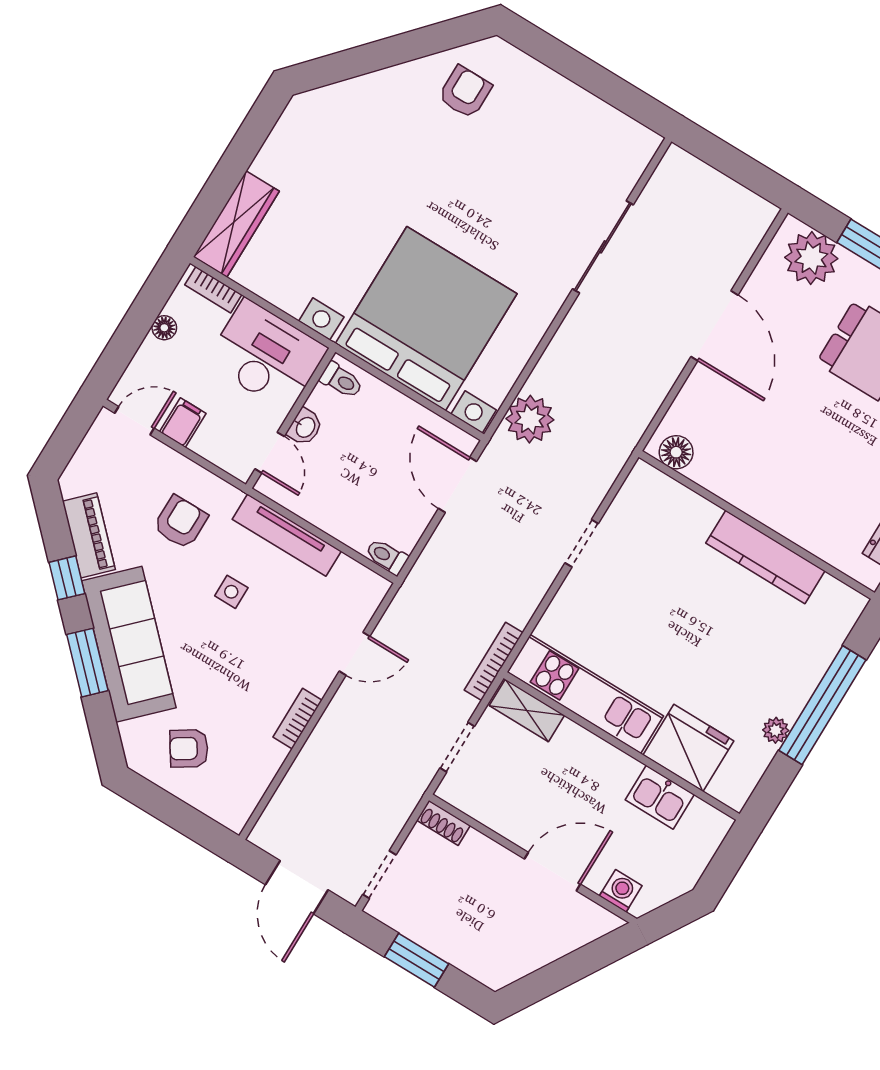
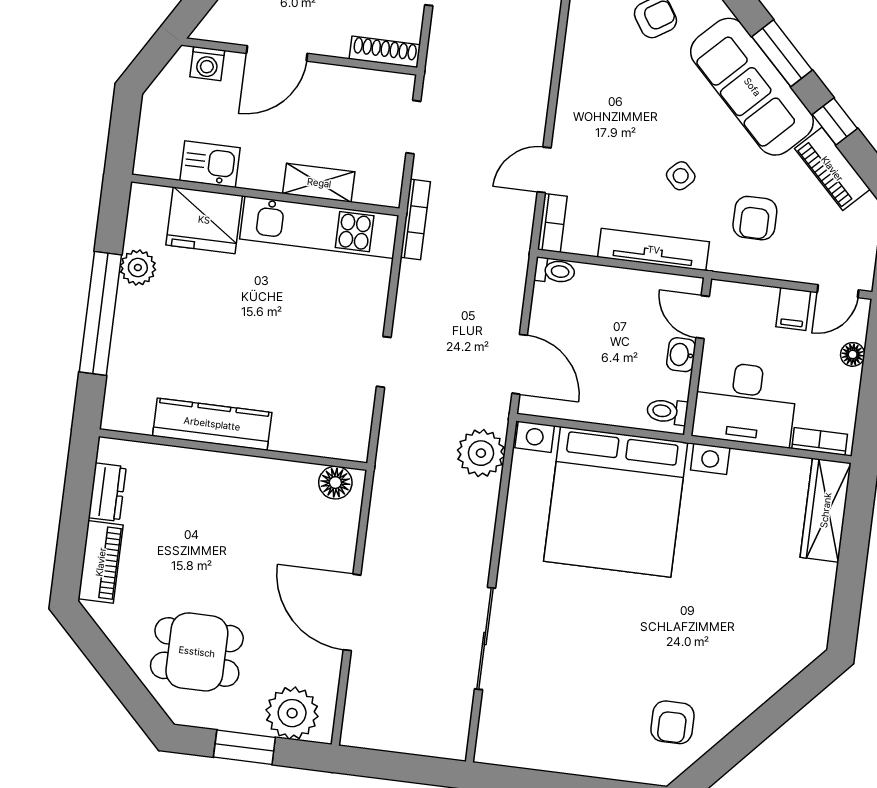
floor lamp: (164, 328) -> (853, 354), moved
side table: (231, 592) -> (681, 176), turned 45
shelving: (527, 710) -> (319, 183), moved
bookcase: (298, 719) -> (552, 223), moved
plant: (776, 730) -> (138, 268), width x1.38, depth x1.38
shoe rack: (443, 823) -> (385, 52), width x1.43

